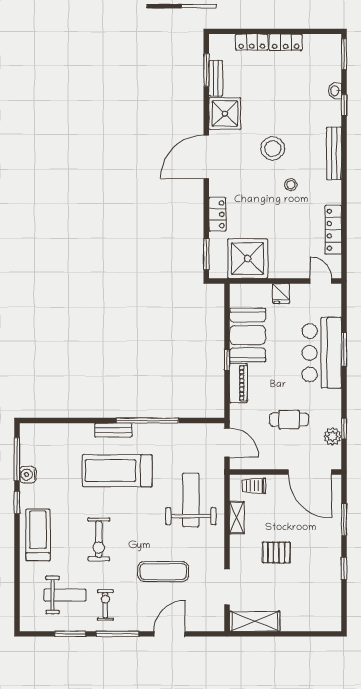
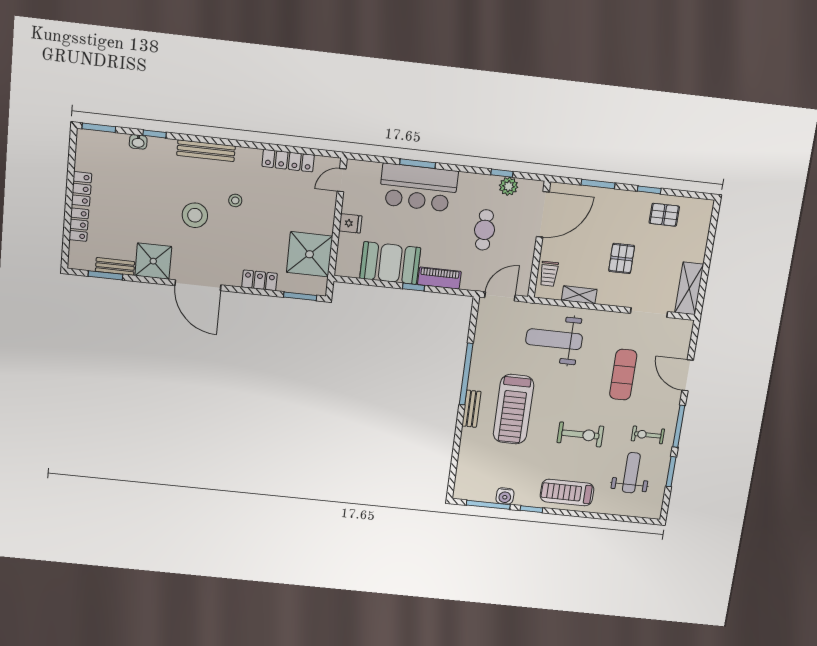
pallet: (322, 586) -> (664, 215), added

